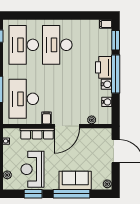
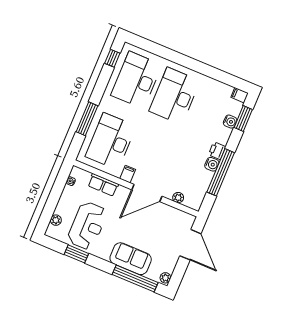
printer: (104, 67) -> (217, 151), width x0.53, depth x0.68
window: (116, 74) -> (221, 172), moved
water cooler: (107, 102) -> (230, 122), moved
row of seats: (37, 134) -> (103, 185), width x0.68
reception desk: (32, 169) -> (87, 226), turned 180
window: (71, 194) -> (135, 278), moved

